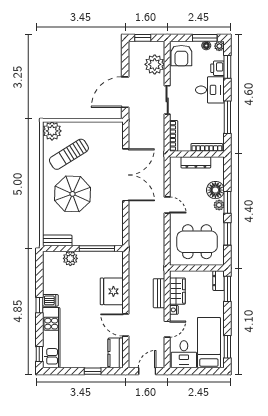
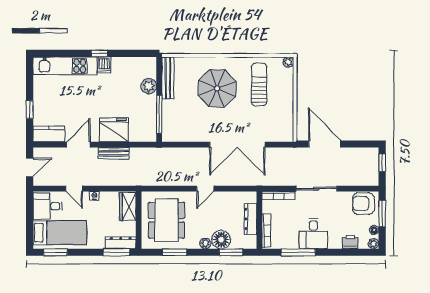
window: (205, 38) -> (382, 214), moved
plant: (155, 64) -> (354, 175), removed
window: (227, 67) -> (352, 252), removed
desk: (210, 90) -> (313, 234), moved
sliding door: (167, 100) -> (317, 189), width x1.37
plant: (52, 131) -> (288, 62), width x0.53, depth x0.53
sun lounger: (69, 154) -> (259, 85), turned 32
window: (227, 202) -> (231, 252), moved
bench: (57, 240) -> (168, 78), width x1.36
dresser: (219, 281) -> (121, 243), width x1.44
wardrobe: (177, 291) -> (128, 207), moved, turned 90
bench: (159, 293) -> (114, 153), moved
window: (39, 354) -> (48, 53), removed
door: (147, 371) -> (30, 167), hinge flipped

